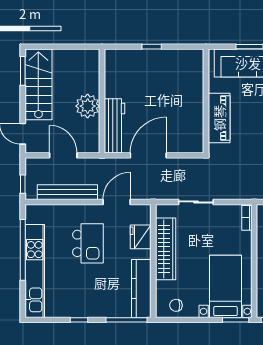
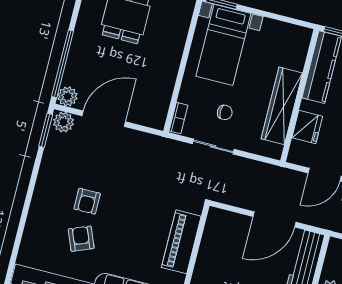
sliding door: (196, 202) -> (213, 146), moved
chair: (176, 305) -> (225, 112), moved

